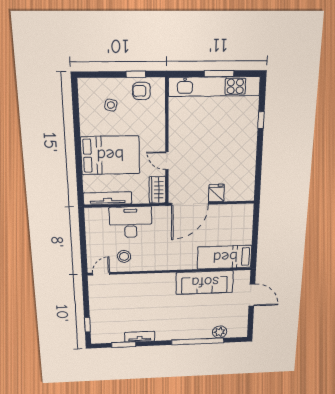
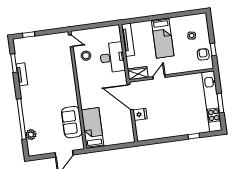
bed: (110, 155) -> (163, 38), width x0.67
sofa: (205, 282) -> (72, 122), width x0.73

